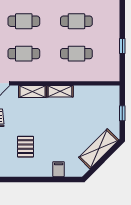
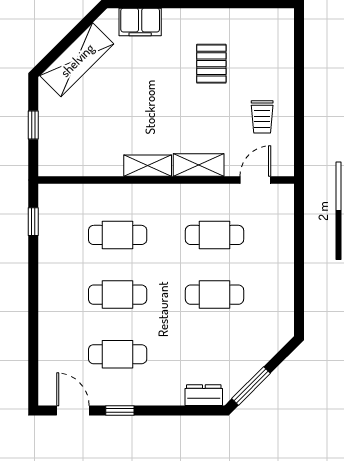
window: (122, 46) -> (33, 222), moved
filing cabinet: (59, 169) -> (140, 22), width x2.00

